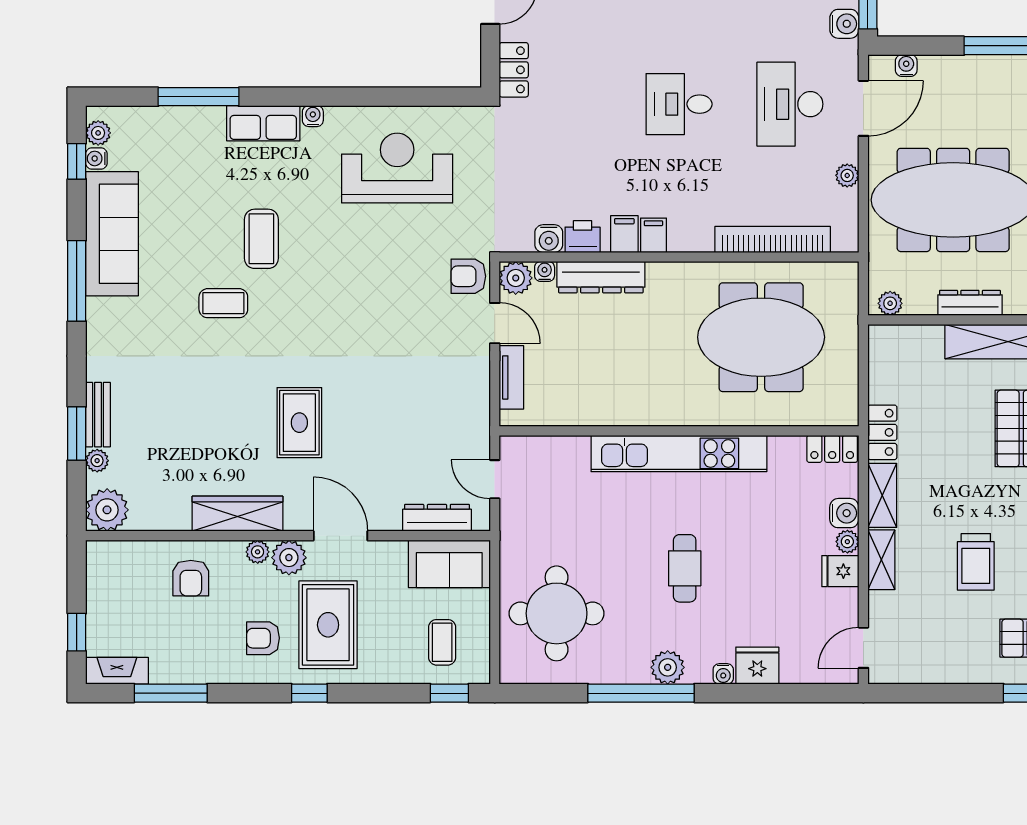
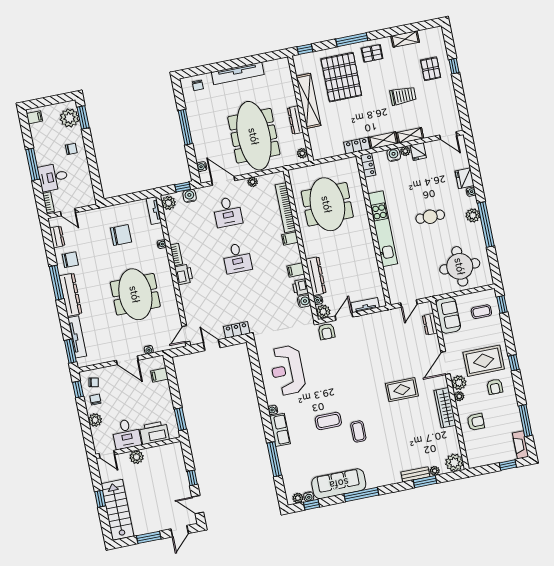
desk: (790, 104) -> (228, 212), width x0.73
filing cabinet: (653, 235) -> (290, 238), moved
dresser: (437, 518) -> (430, 324), width x0.70

